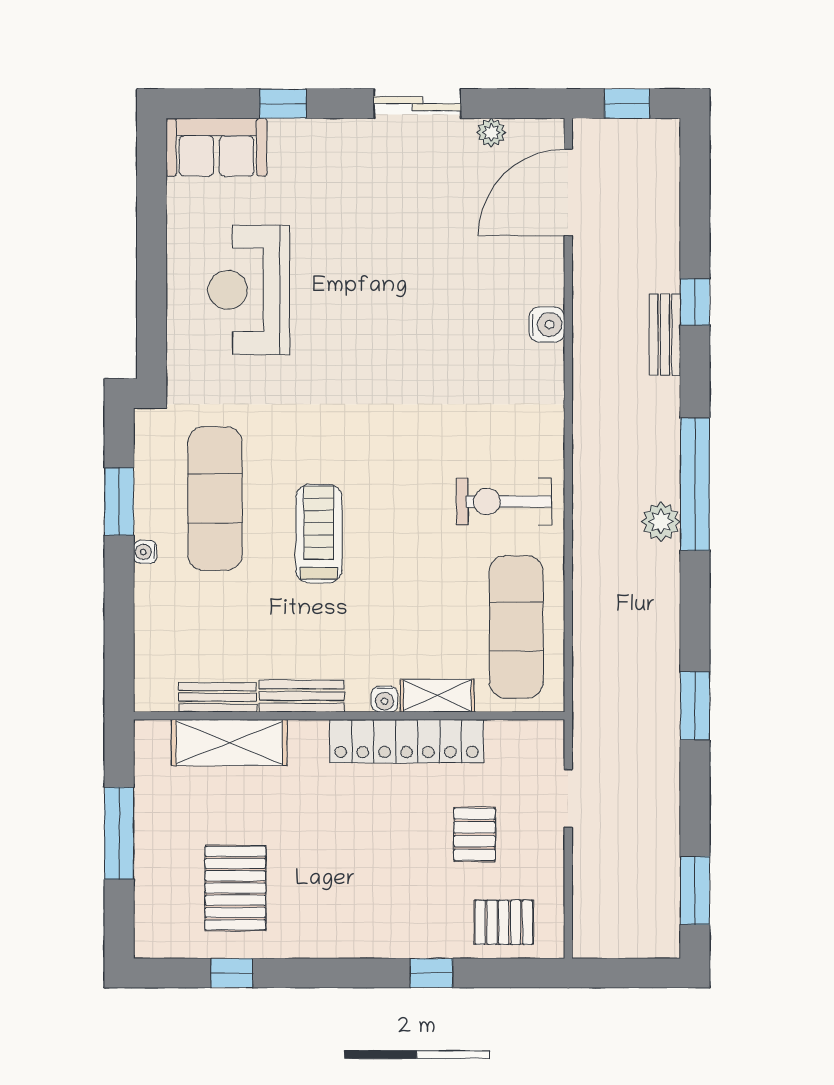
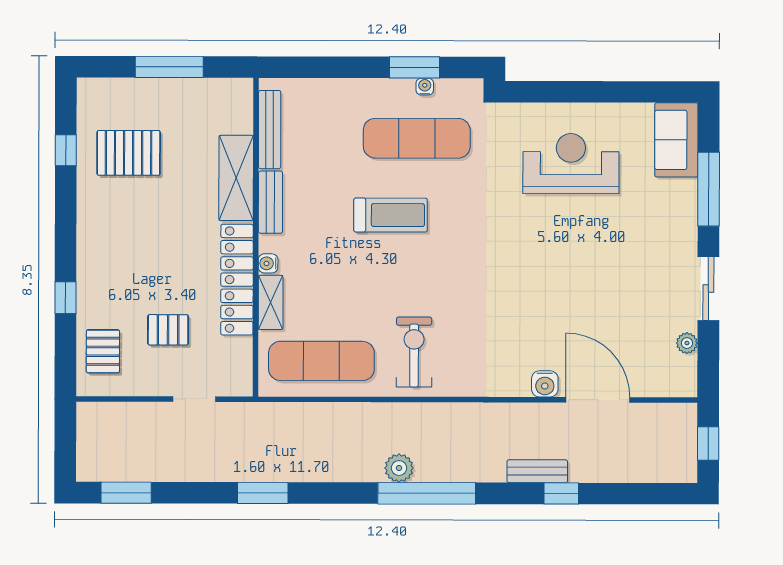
window: (283, 104) -> (709, 189), width x2.17
door: (568, 193) -> (598, 400), moved
water cooler: (145, 552) -> (425, 87), moved
bench: (218, 697) -> (270, 130), width x1.36
shelving: (229, 743) -> (236, 178), moved

